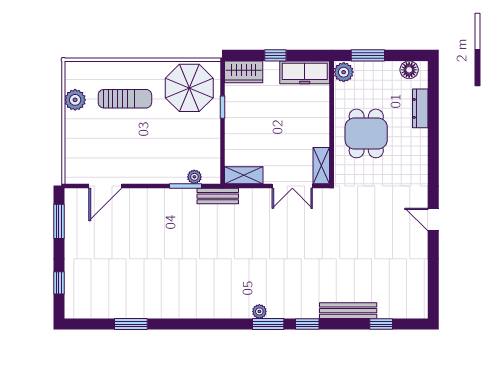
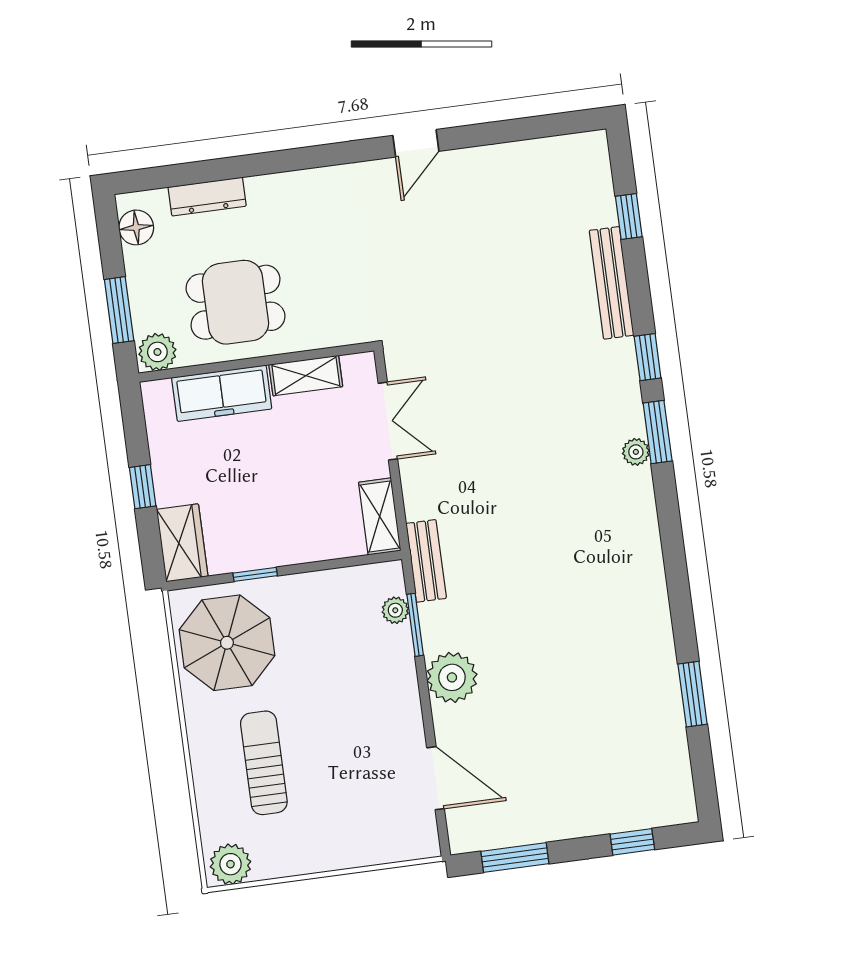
freezer: (305, 72) -> (222, 393), moved, turned 90
plant: (75, 100) -> (230, 864), moved
dining table: (366, 133) -> (236, 302), moved
shelving: (321, 166) -> (306, 376), moved
plant: (156, 201) -> (452, 677), added

